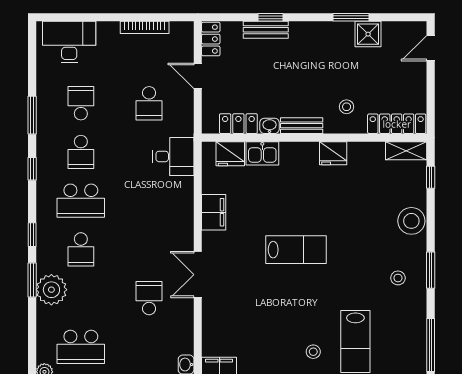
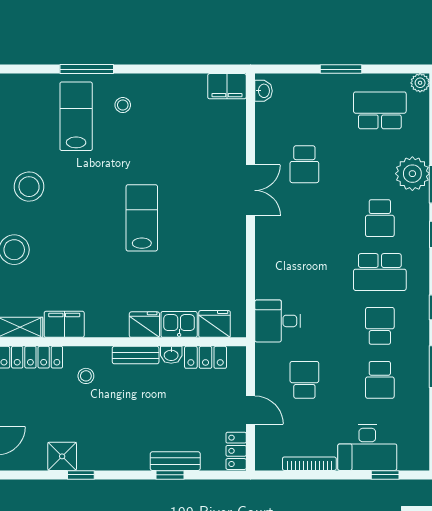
window: (76, 17) -> (385, 475), added
window: (351, 17) -> (81, 475), width x0.67
desk: (69, 42) -> (367, 448), moved
fridge: (333, 153) -> (144, 325), moved
school desk: (81, 201) -> (380, 272), turned 180
filing cabinet: (214, 212) -> (64, 324), moved, turned 90
school desk: (81, 249) -> (380, 218), turned 180
lab bench: (296, 250) -> (142, 218), turned 90
stool: (398, 278) -> (29, 187), width x1.89, depth x1.89

